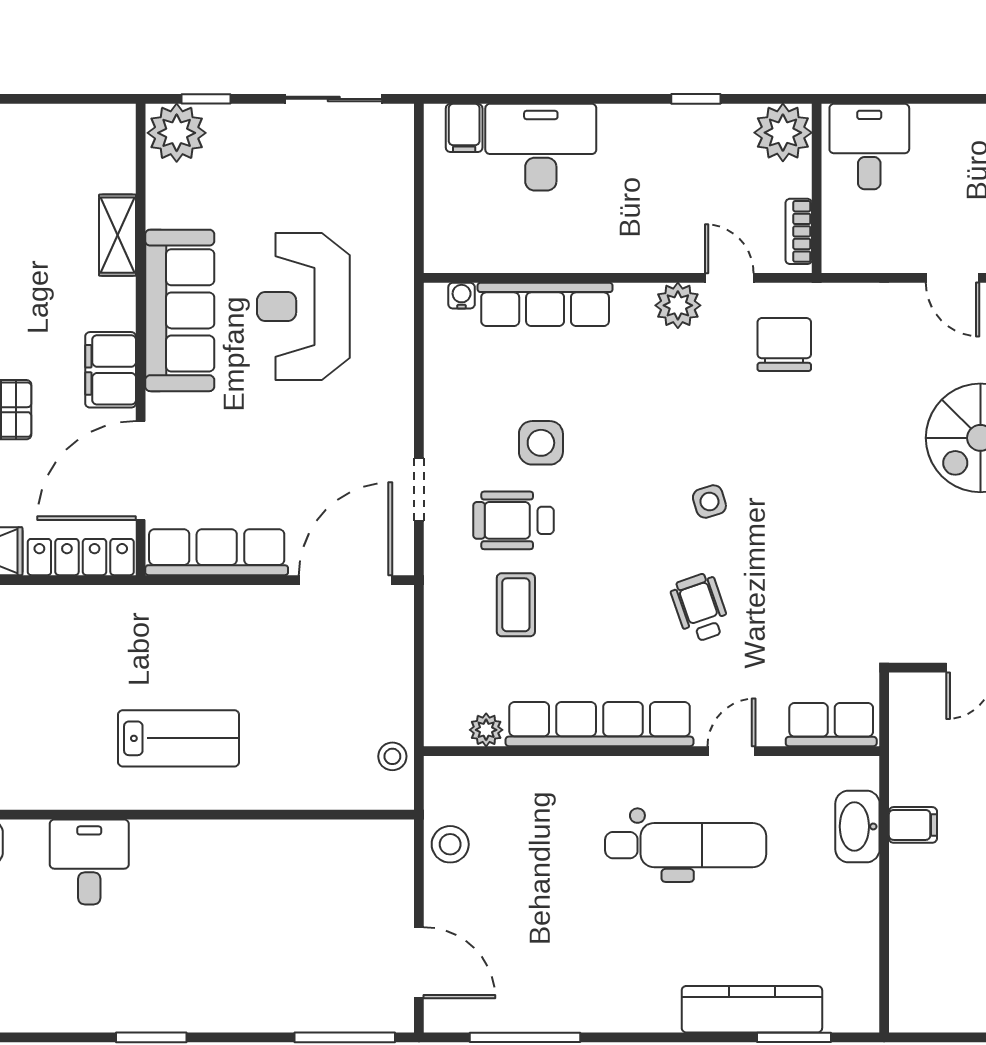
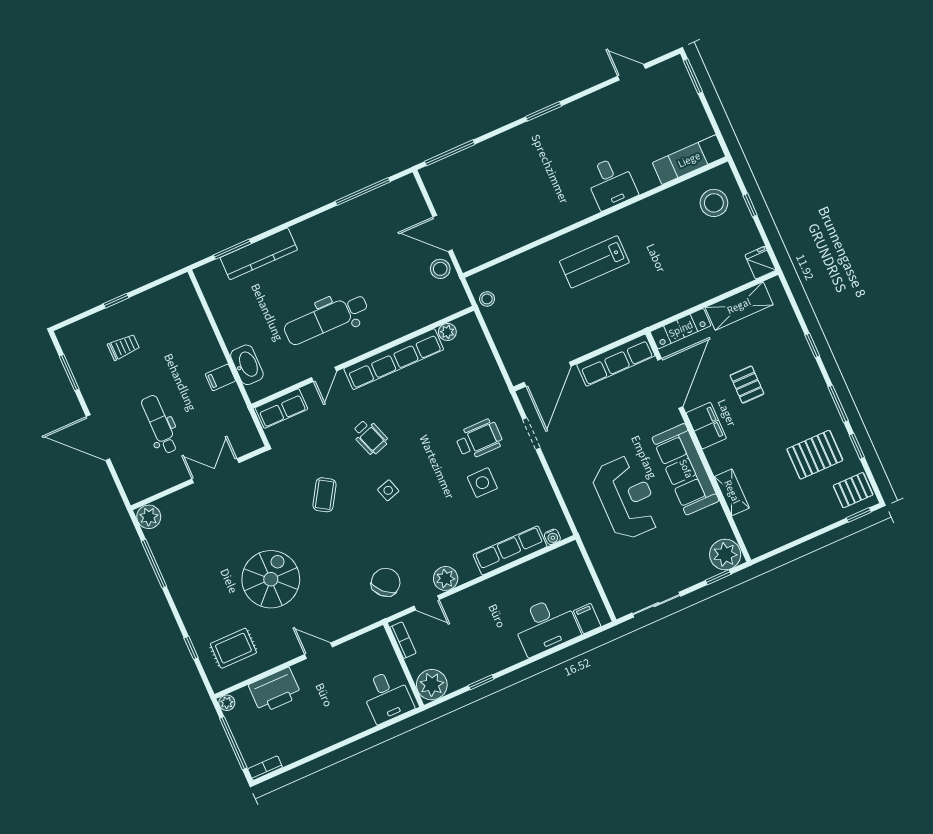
chair: (784, 345) -> (386, 582), turned -135
coffee table: (516, 605) -> (324, 495), moved, turned 32
door: (419, 963) -> (443, 233), moved

